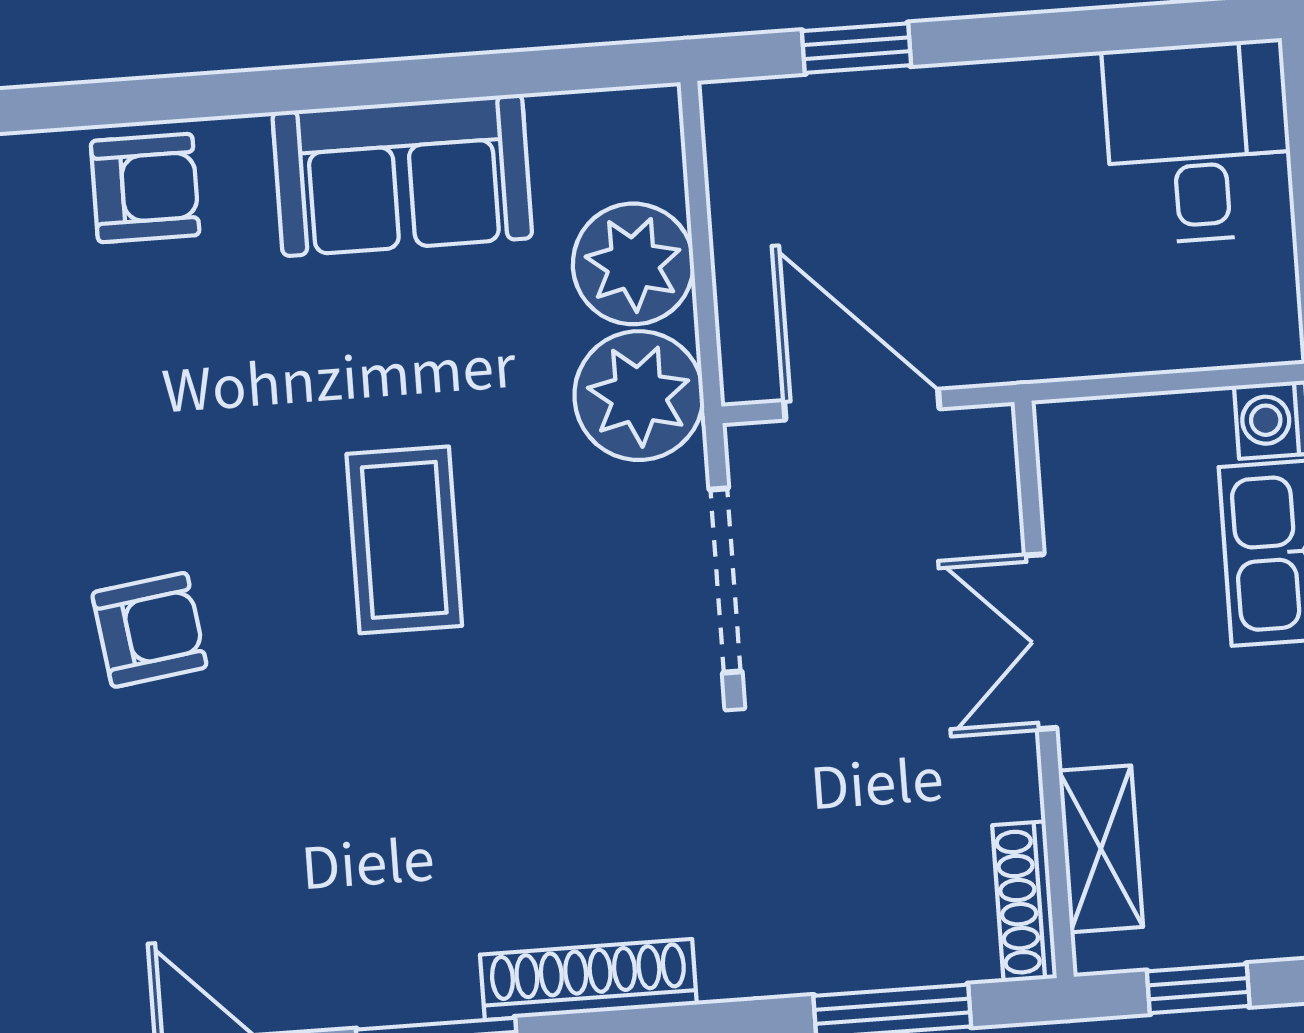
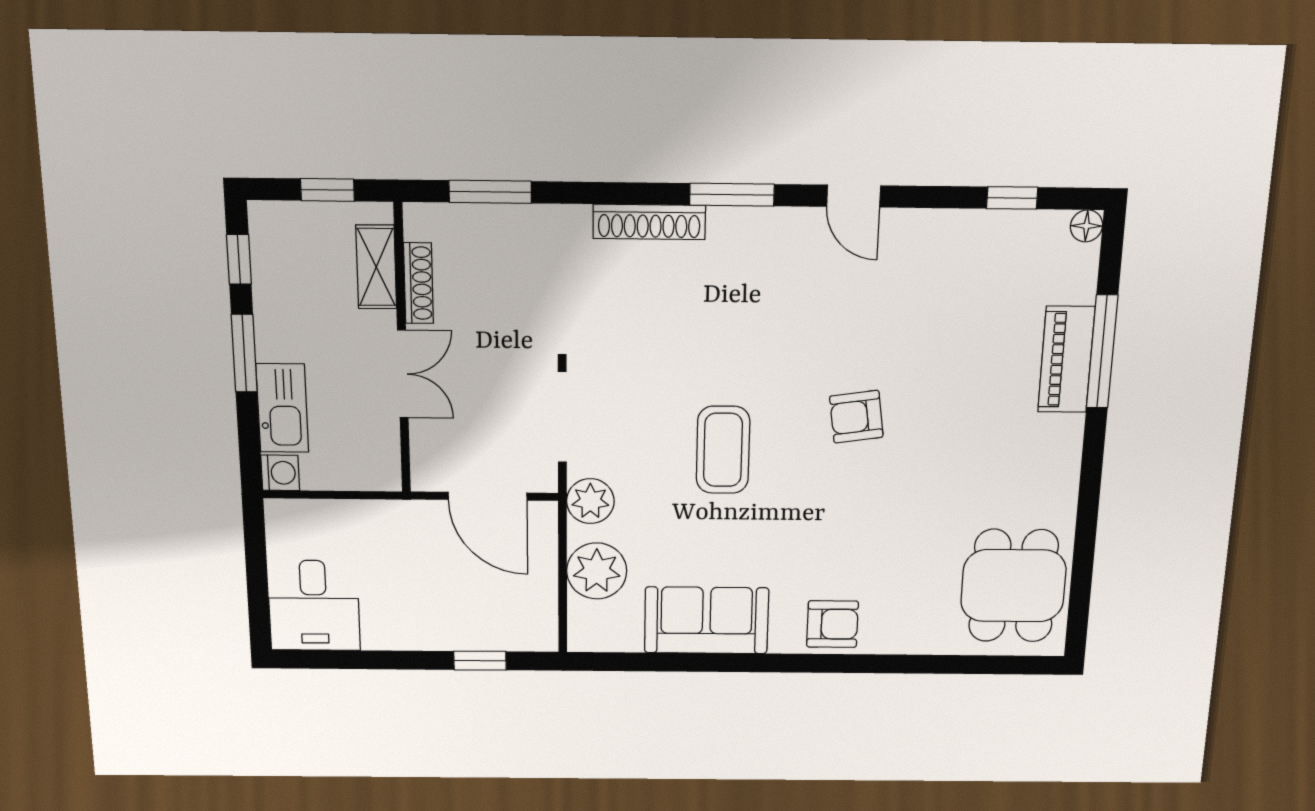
armchair: (145, 188) -> (832, 624), turned 180
plant: (639, 396) -> (590, 501), width x0.73, depth x0.73
shoe rack: (1025, 902) -> (418, 283), moved

